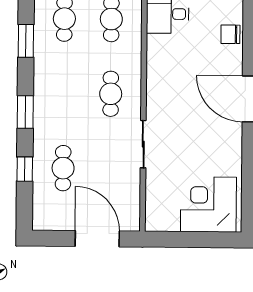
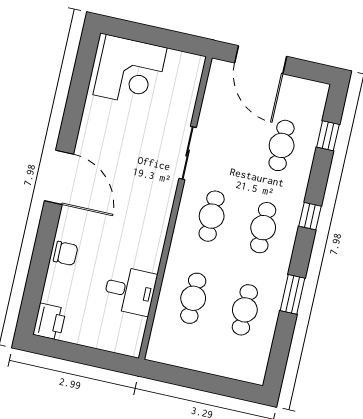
cafe table: (64, 93) -> (263, 228), added
window: (25, 112) -> (310, 216), width x0.67
window: (25, 169) -> (328, 136), moved

